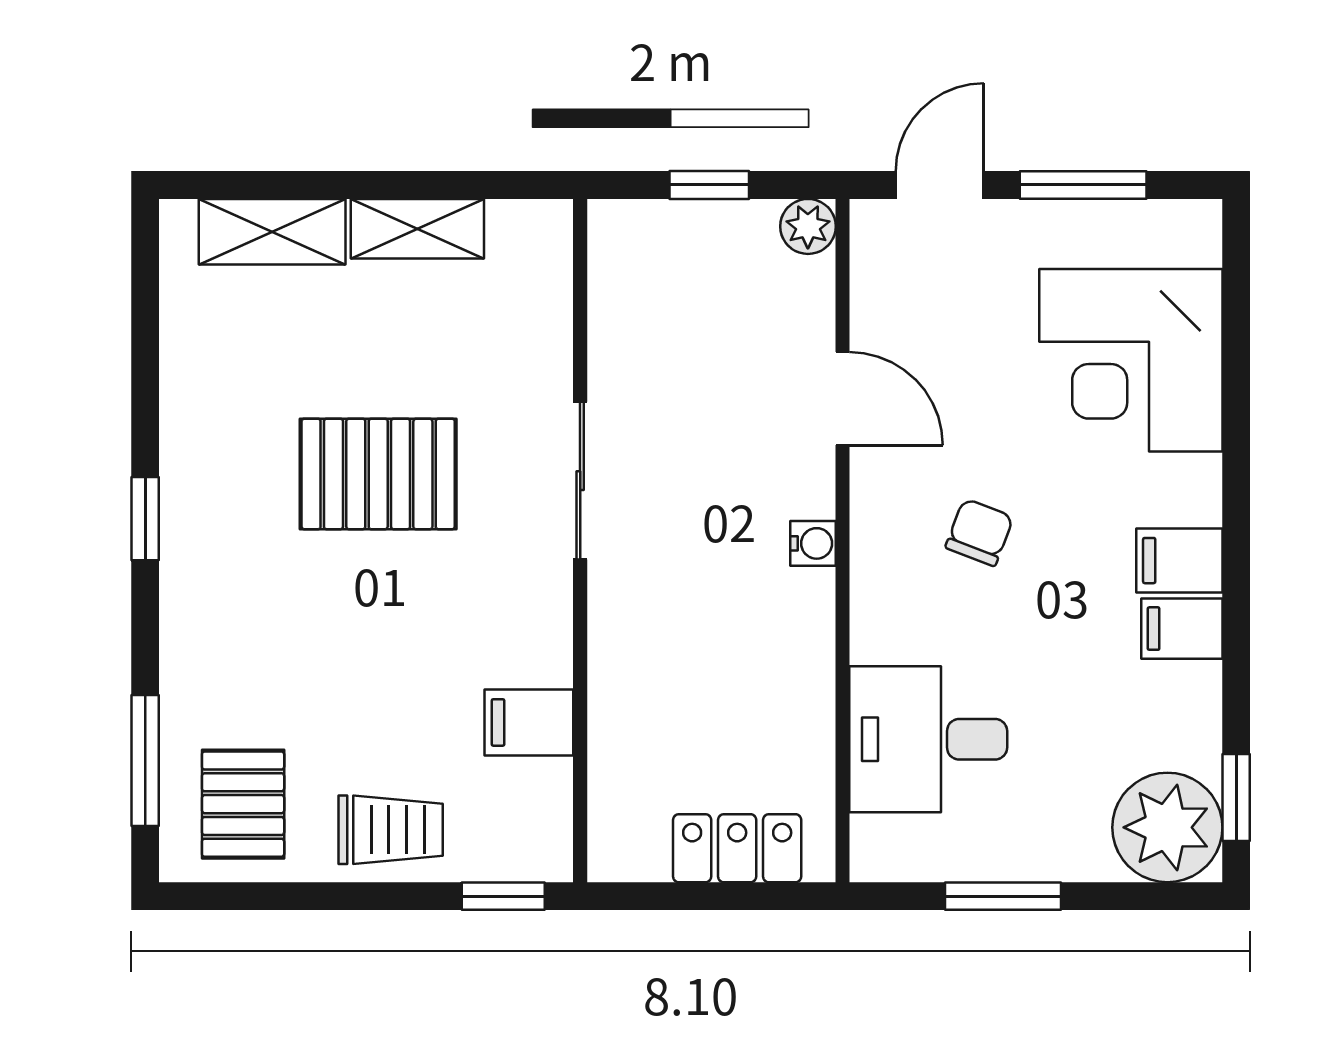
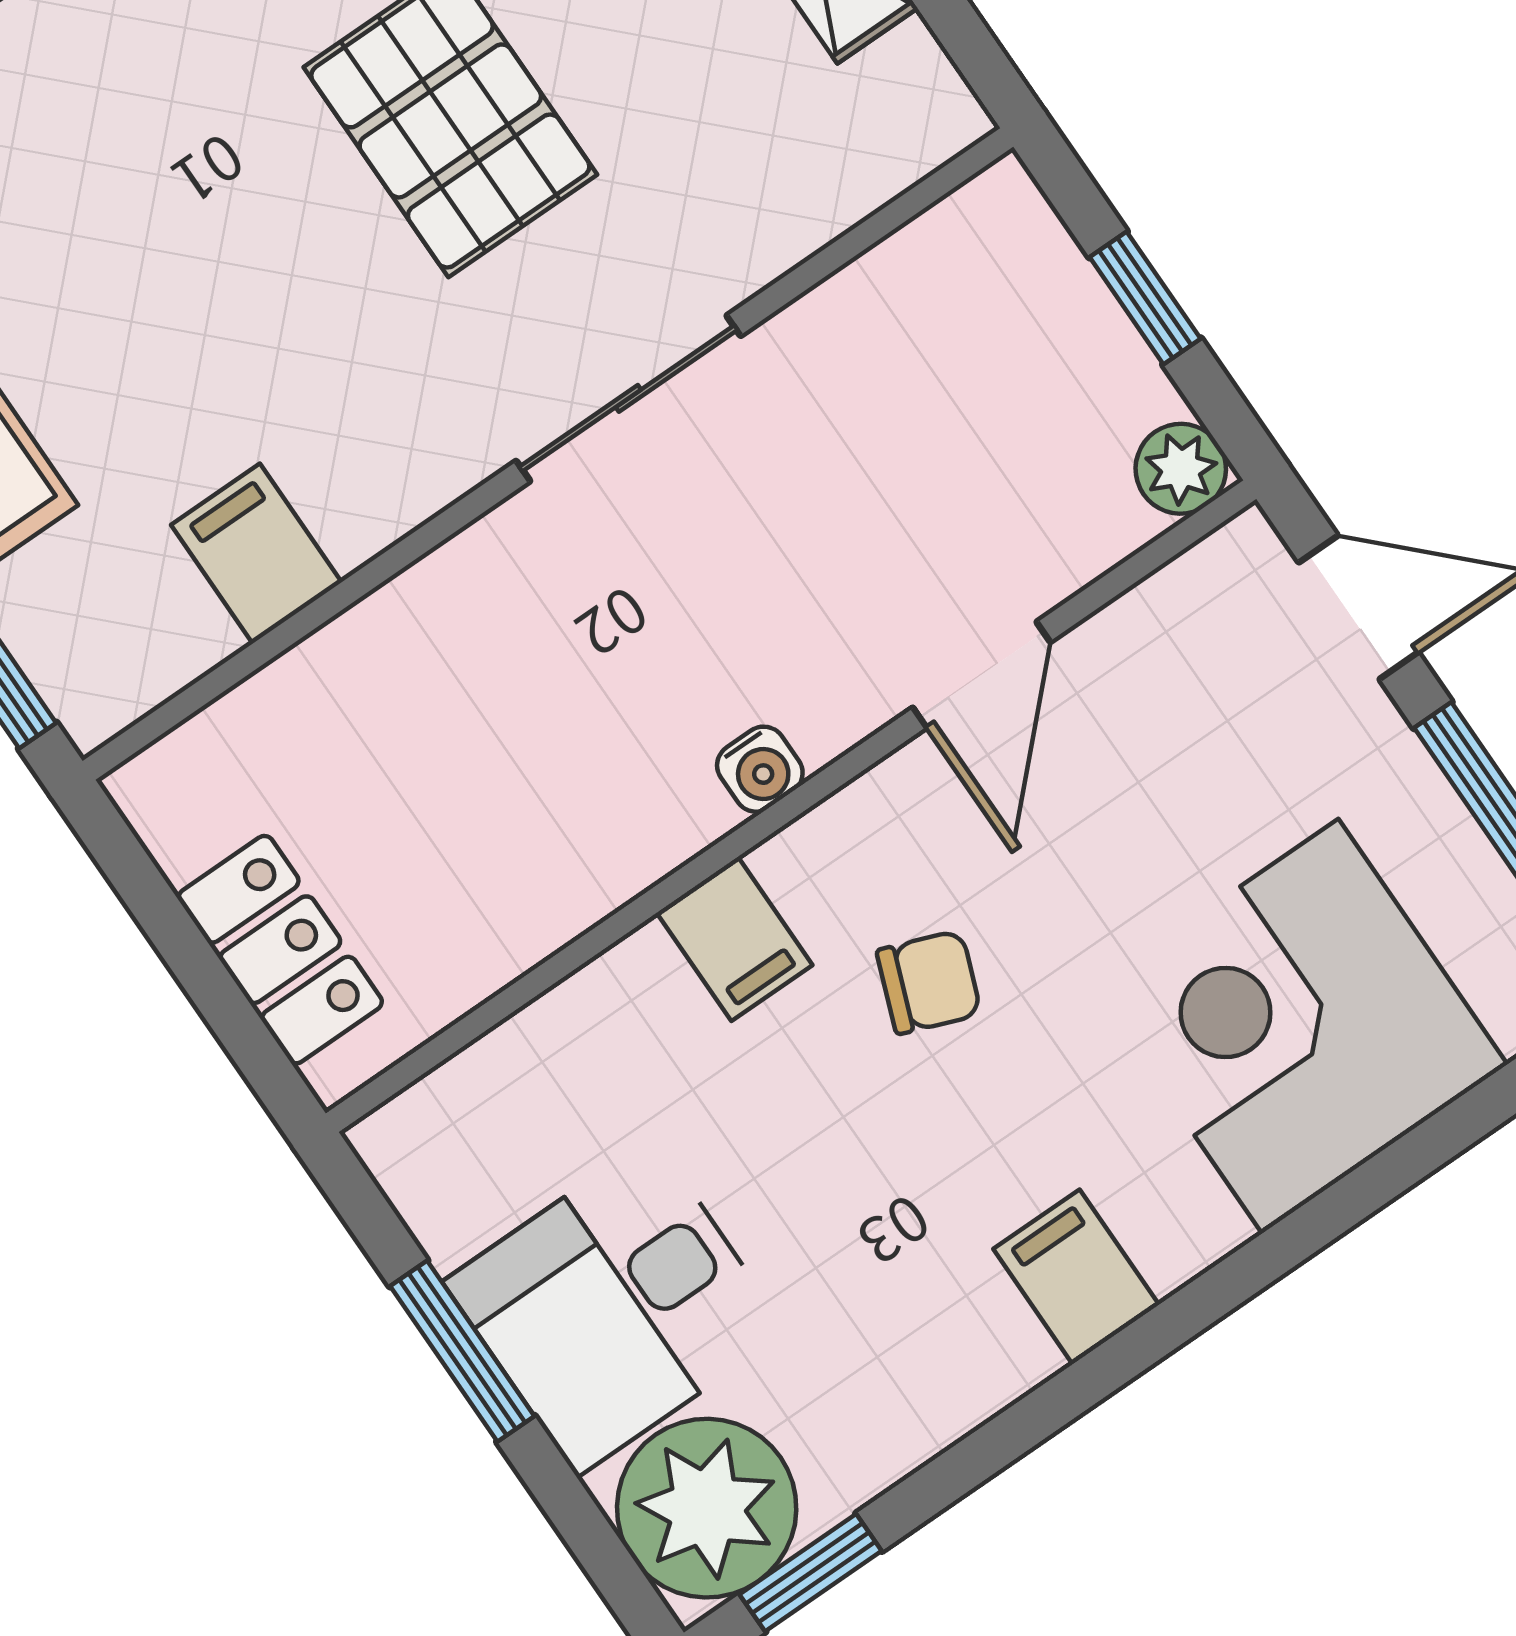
filing cabinet: (1182, 629) -> (735, 939), moved, turned 180
desk: (928, 739) -> (615, 1307), moved, turned -90

